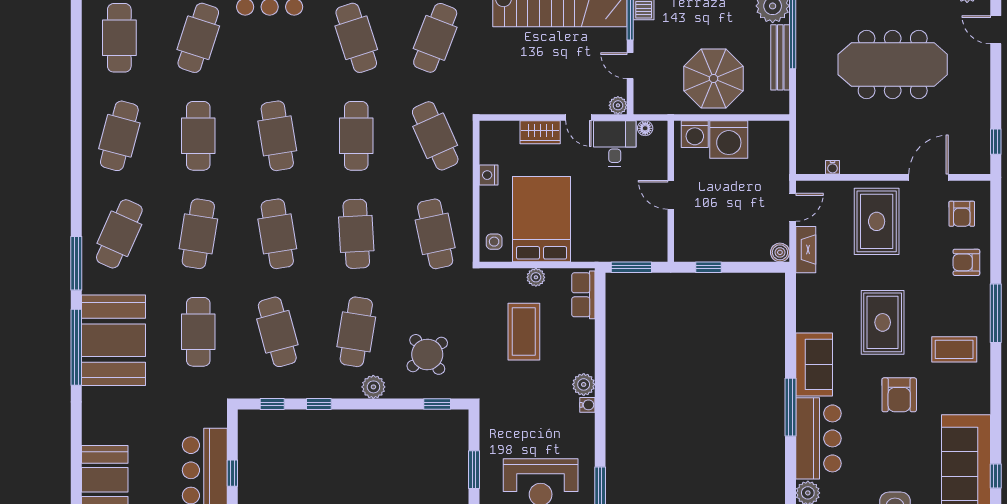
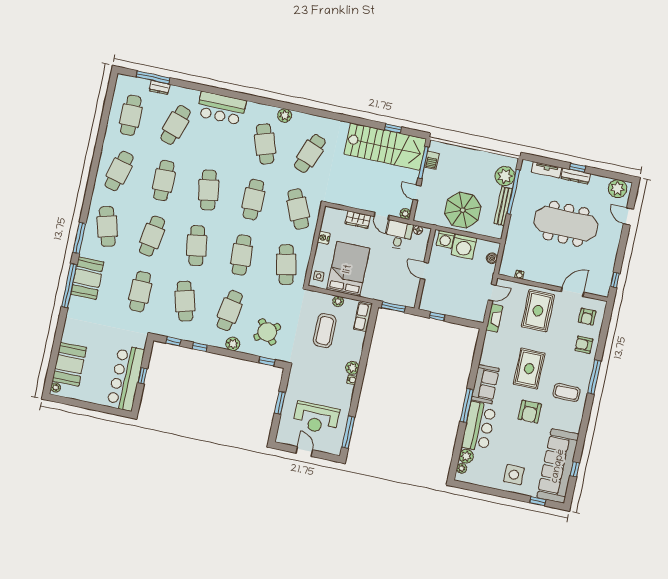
cafe table: (119, 234) -> (107, 227), turned -39
boiler: (780, 252) -> (492, 258), moved
booth: (114, 340) -> (87, 278), width x0.73, depth x0.70

